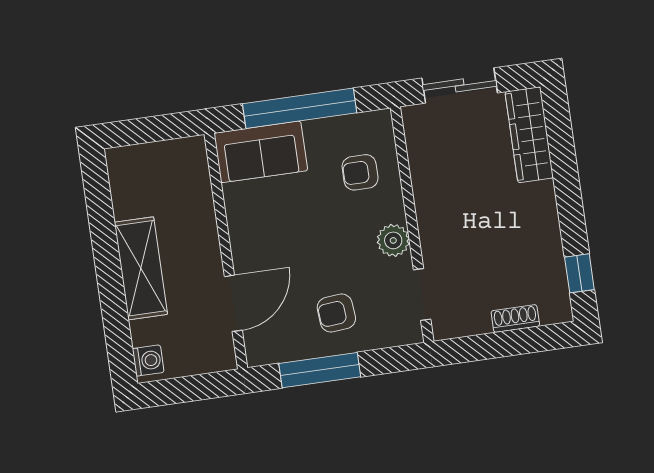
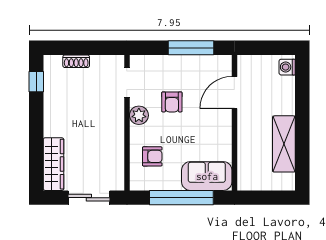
shelving: (141, 268) -> (284, 144), moved
armchair: (336, 313) -> (172, 102), moved, turned 95

